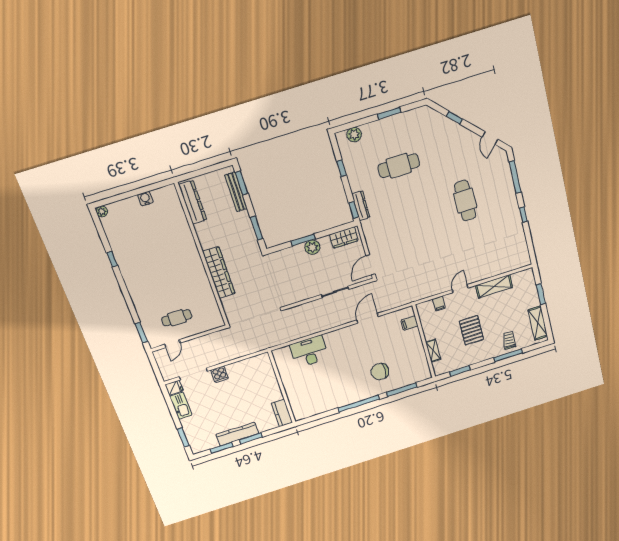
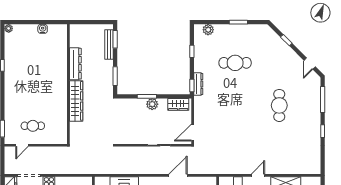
dresser: (193, 202) -> (75, 64), moved

